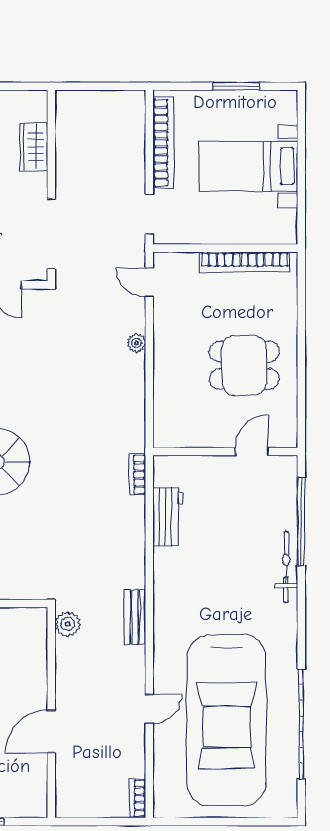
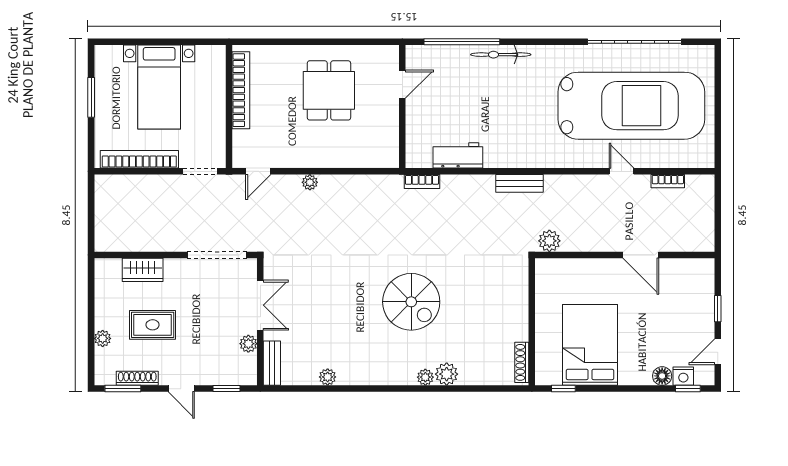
door: (252, 452) -> (402, 84), swing flipped
bench: (135, 617) -> (519, 183), moved
bookcase: (138, 798) -> (668, 181), moved

